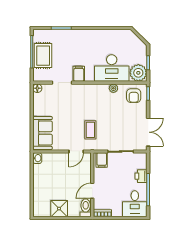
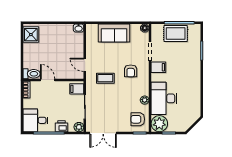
armchair: (83, 103) -> (131, 71), added
sofa: (42, 133) -> (114, 33), moved
plant: (142, 158) -> (79, 127), added
shower: (59, 209) -> (31, 35), moved

